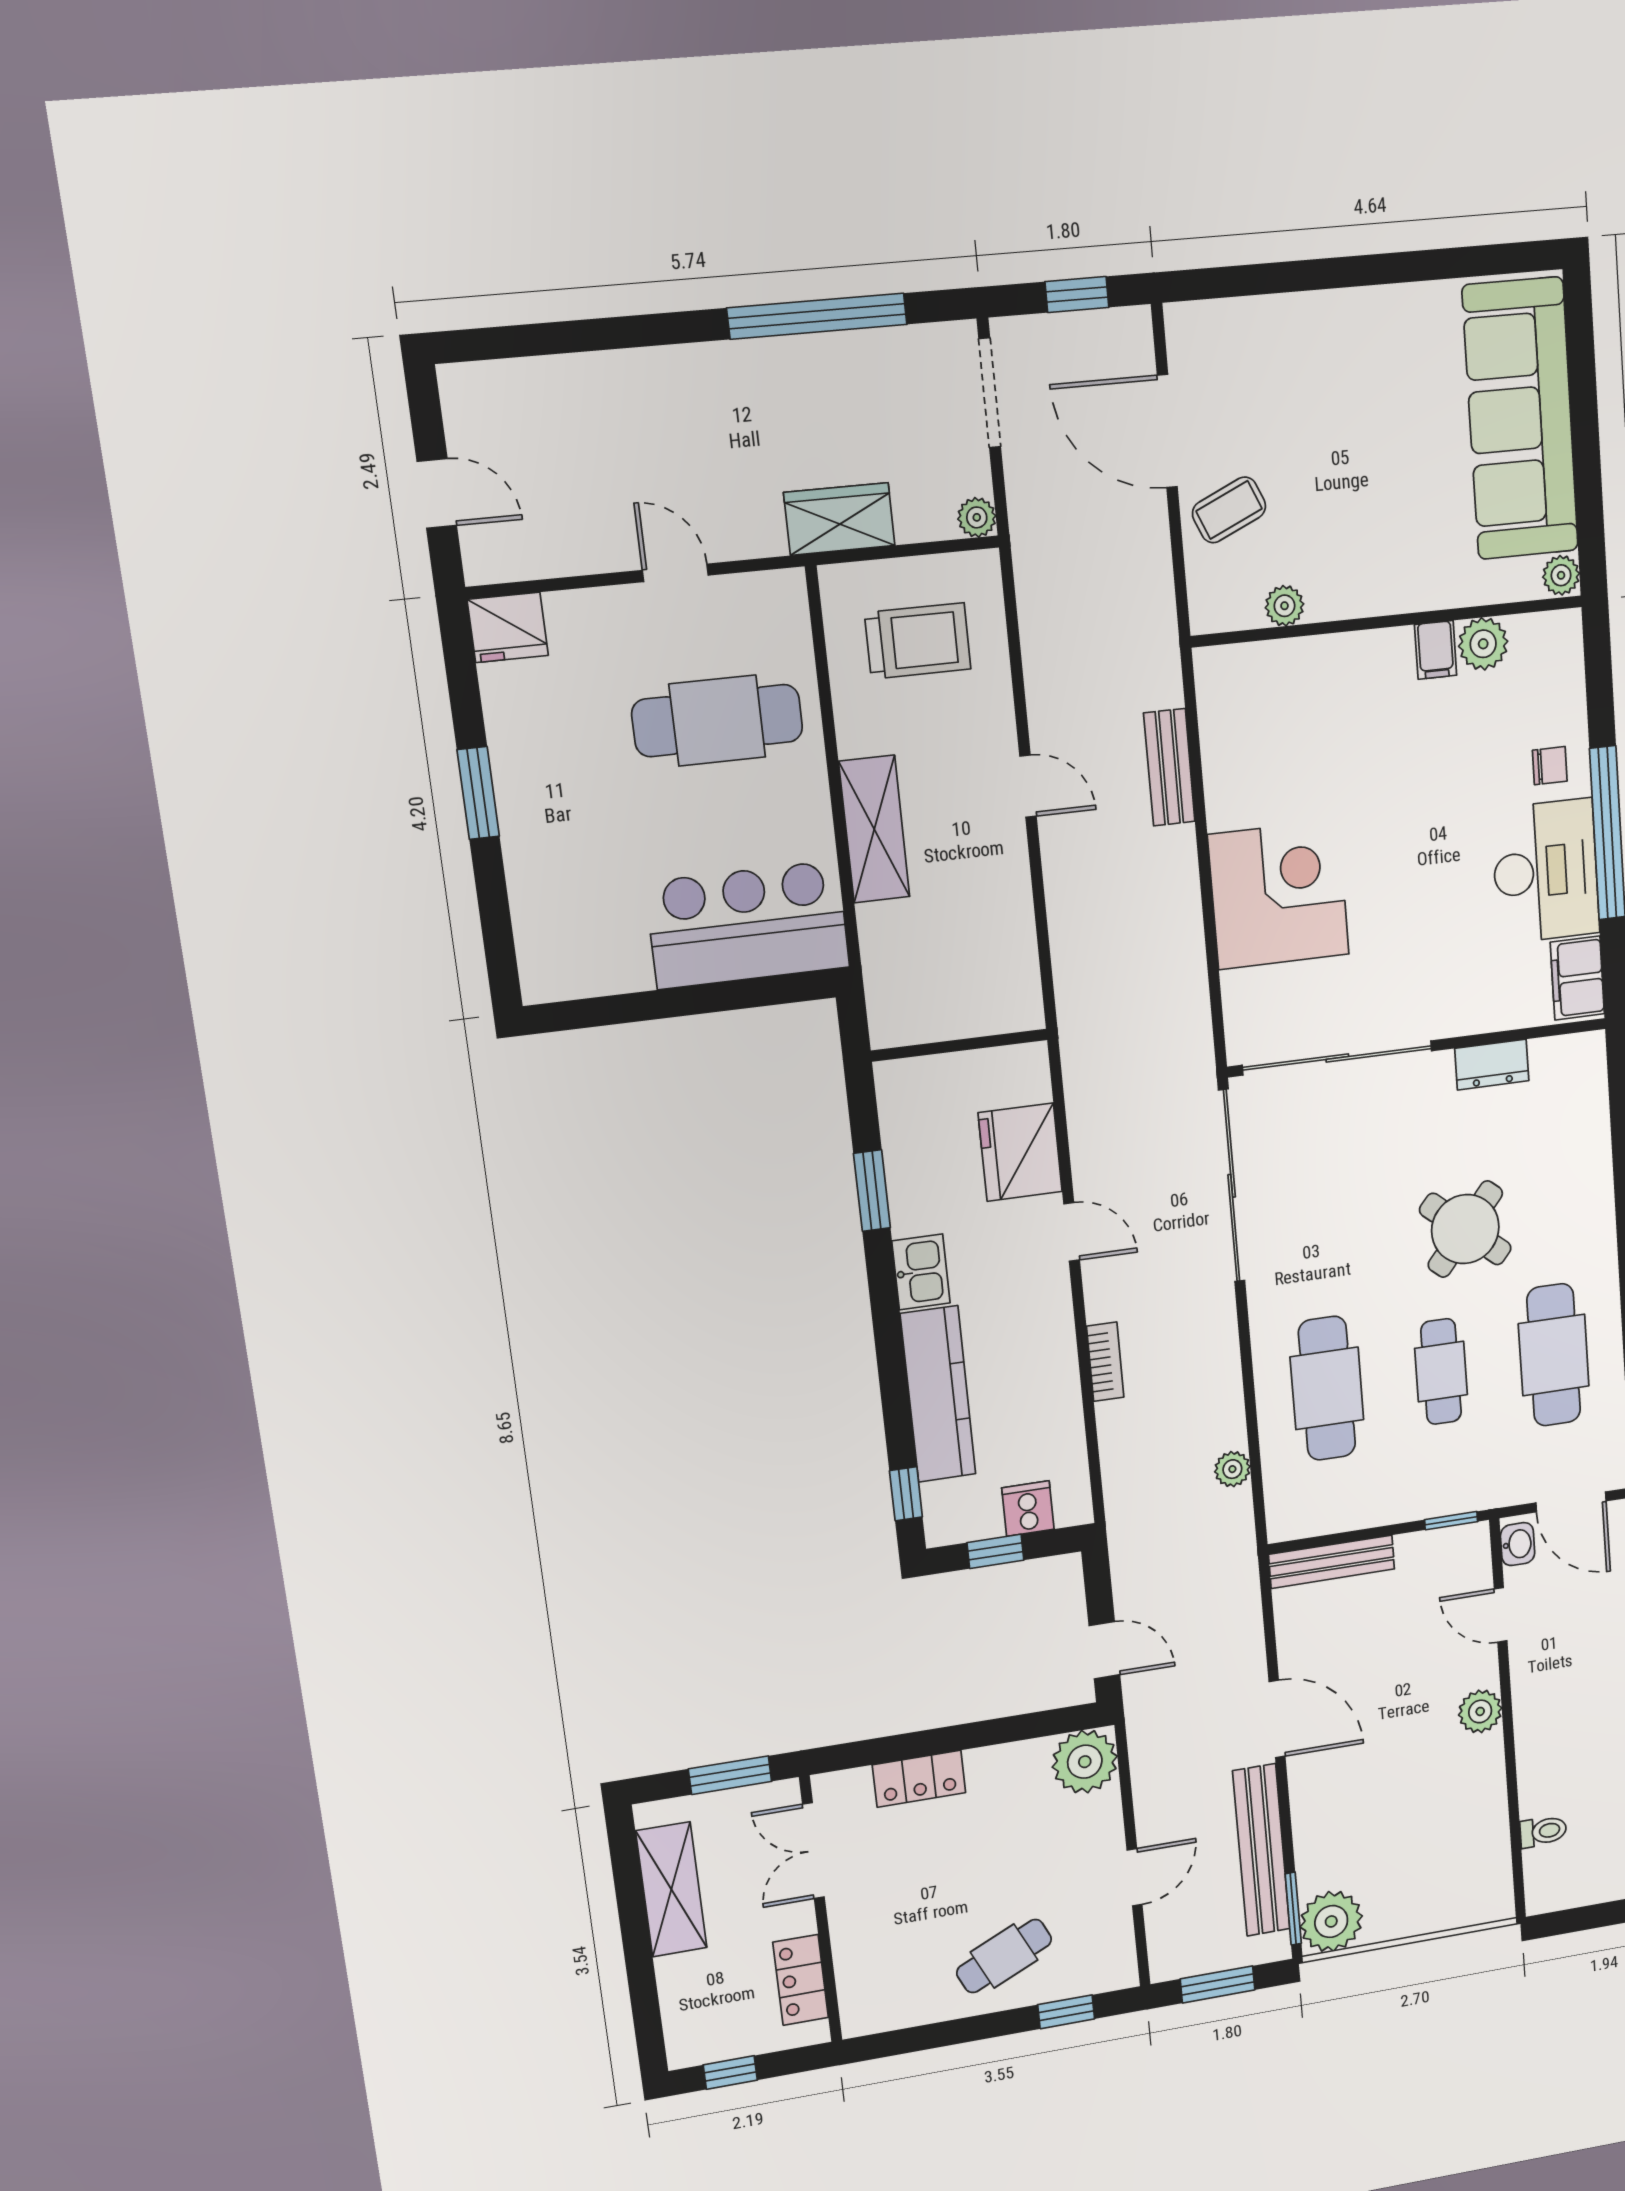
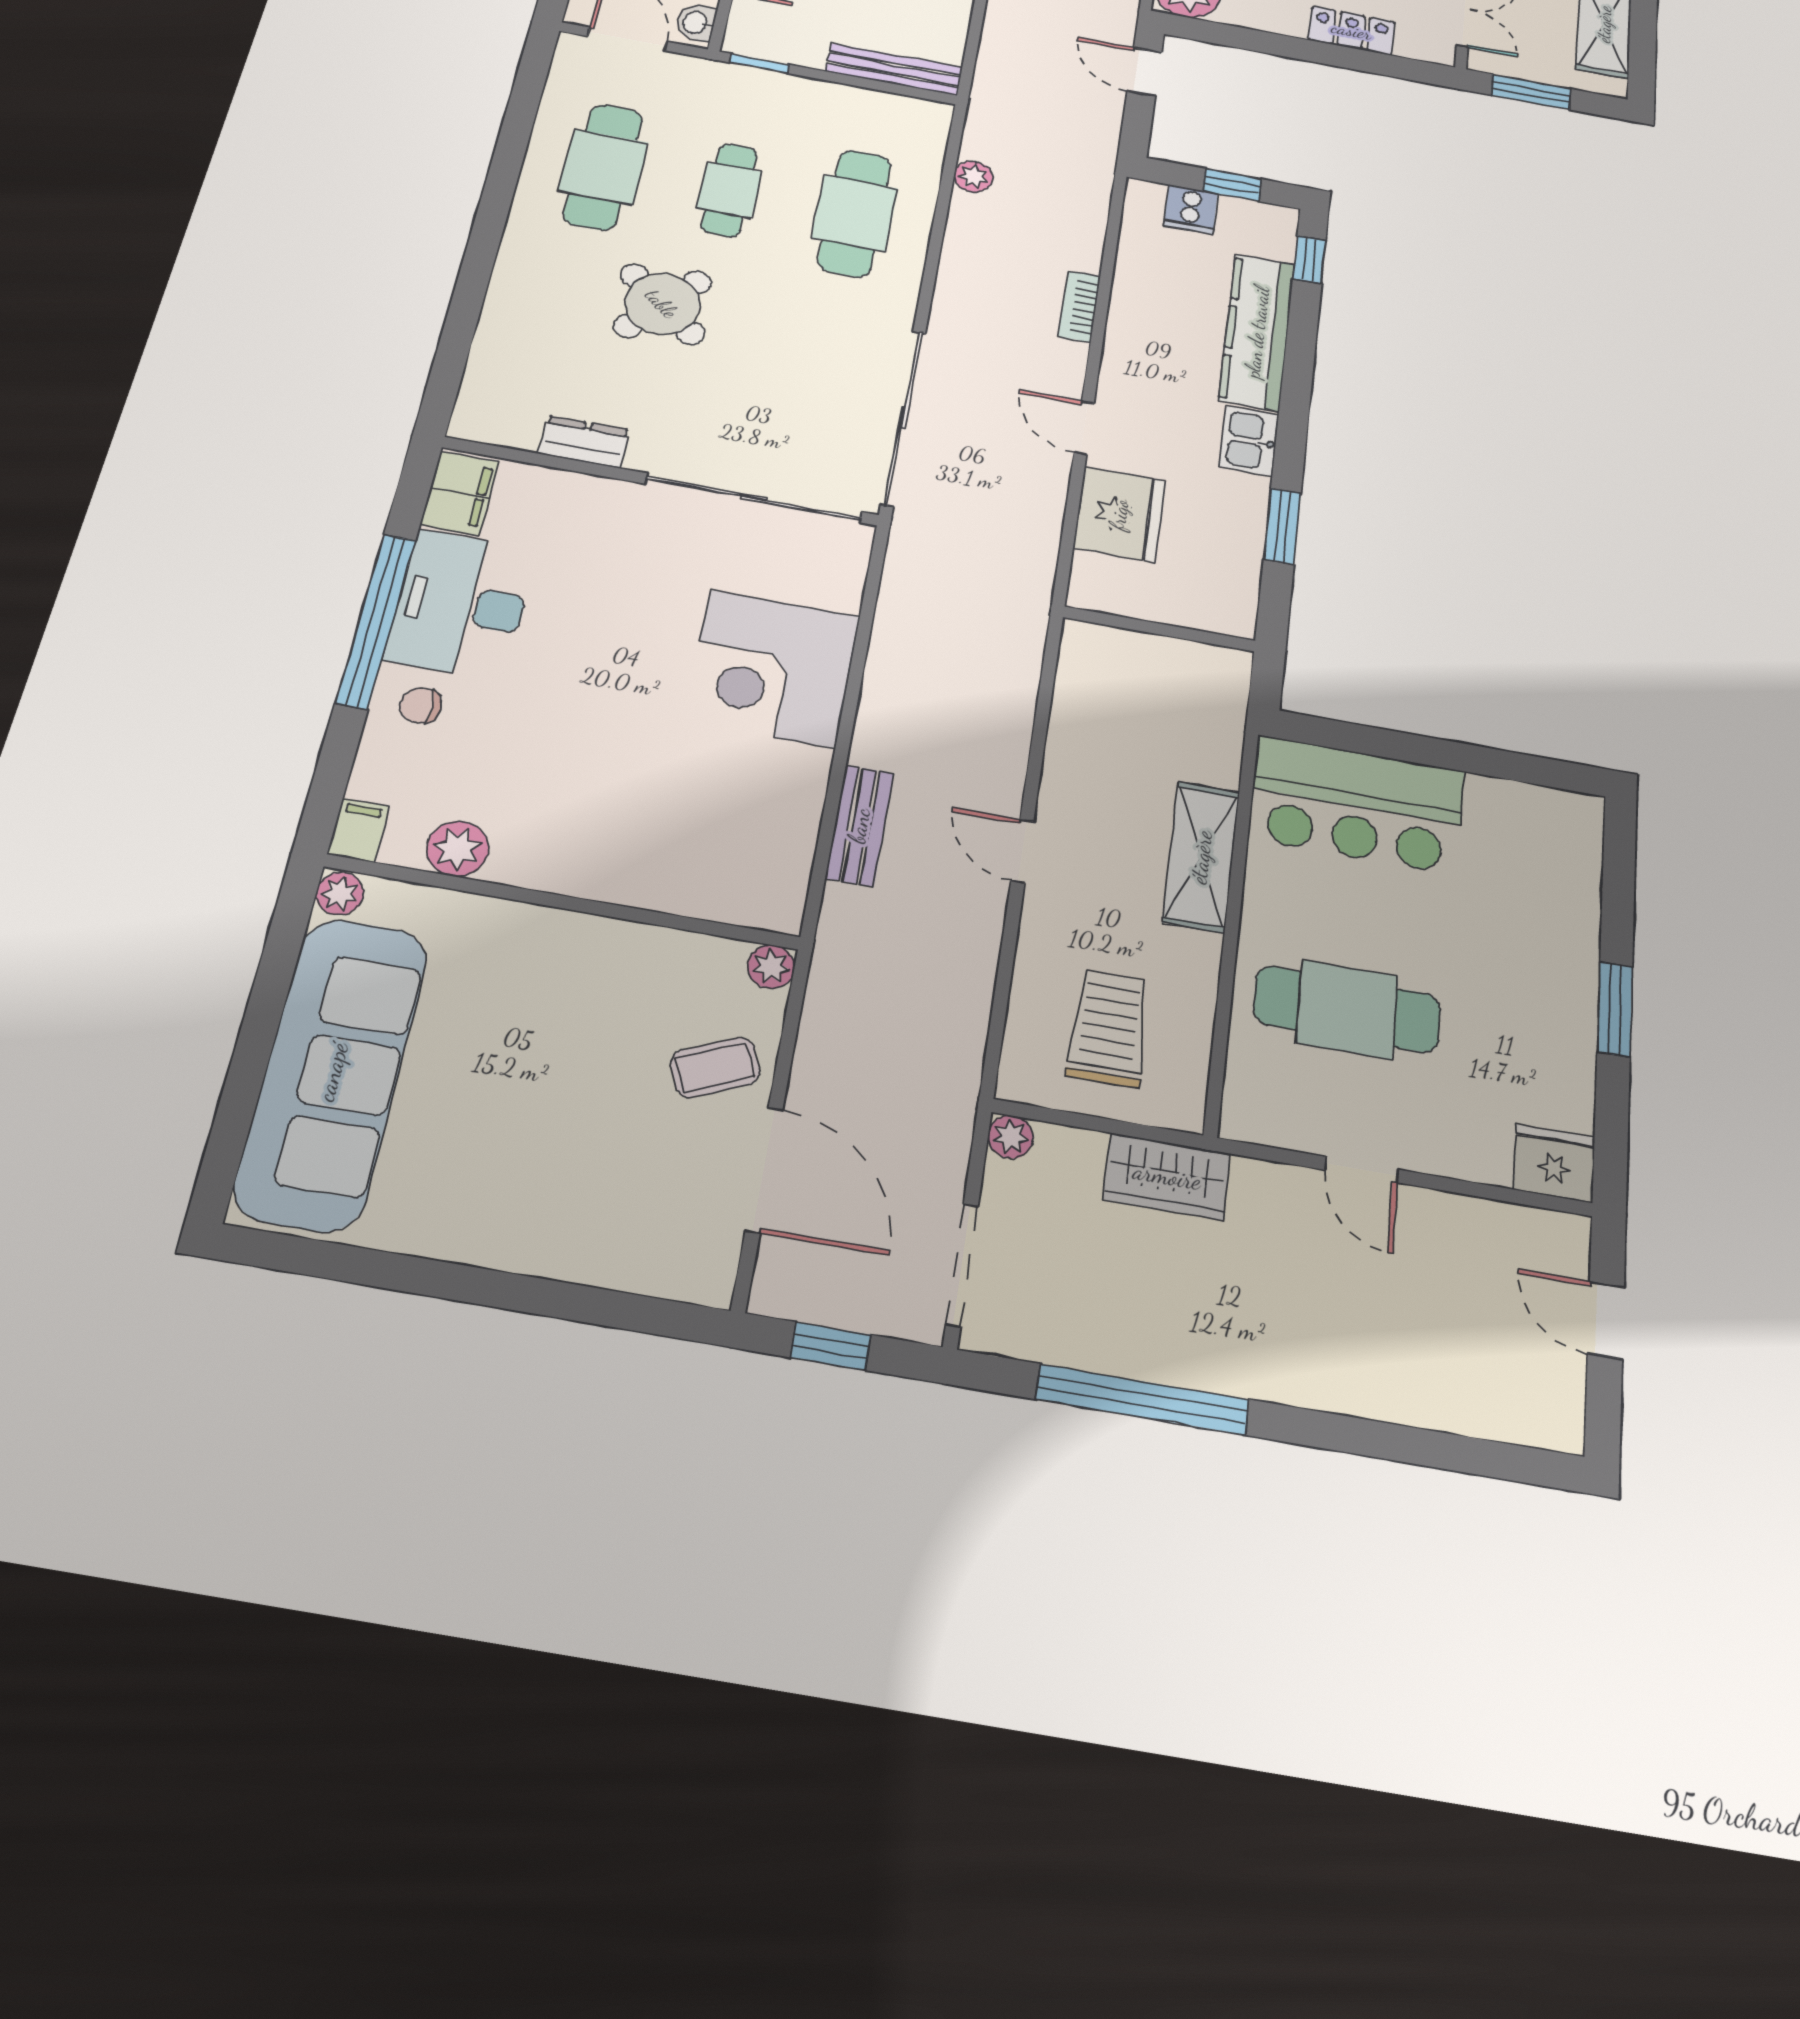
plant: (1284, 606) -> (771, 967), moved
trolley: (918, 641) -> (1109, 1028), turned 90
filing cabinet: (1436, 650) -> (358, 830), moved

